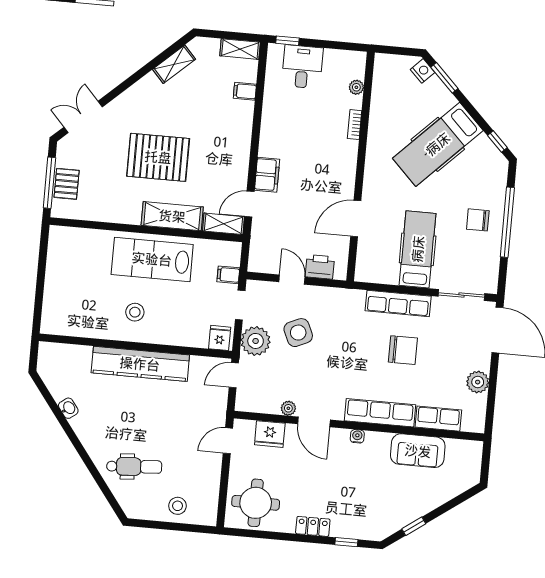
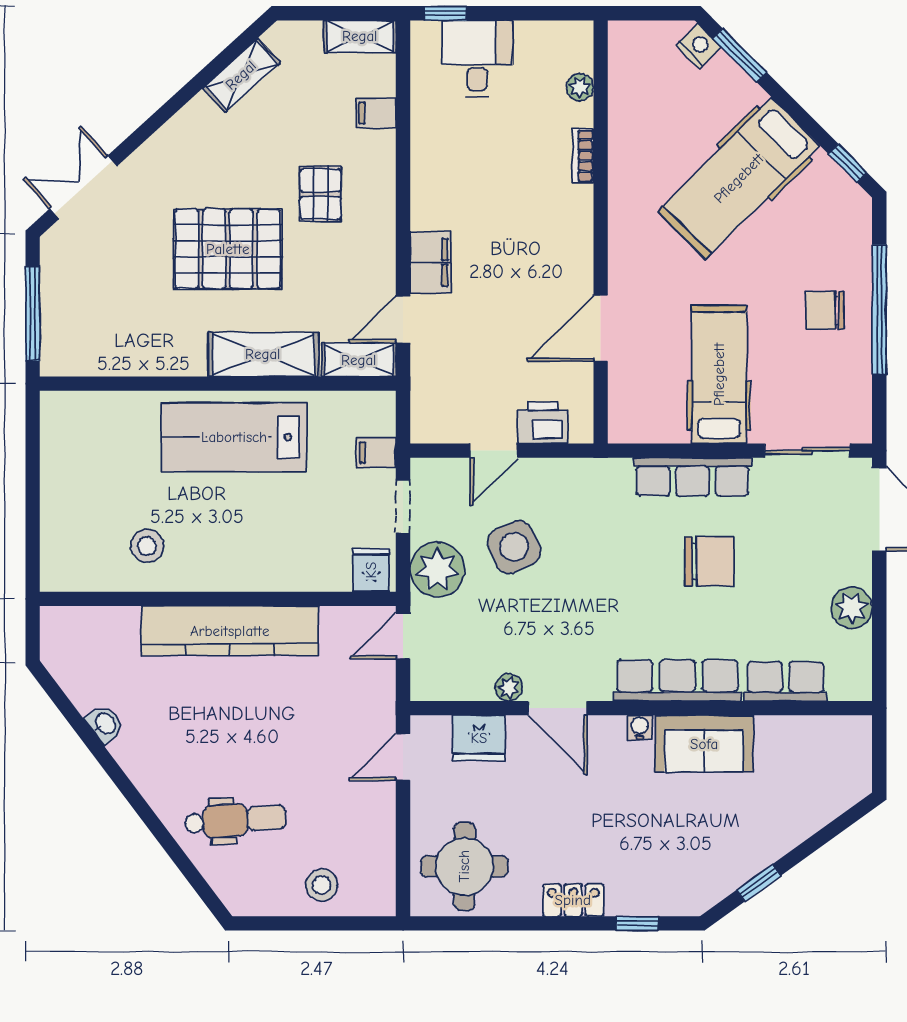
pallet: (67, 184) -> (320, 194), moved
door: (292, 280) -> (494, 451), swing flipped
stool: (135, 312) -> (147, 546), moved
sofa: (418, 451) -> (704, 744), moved

